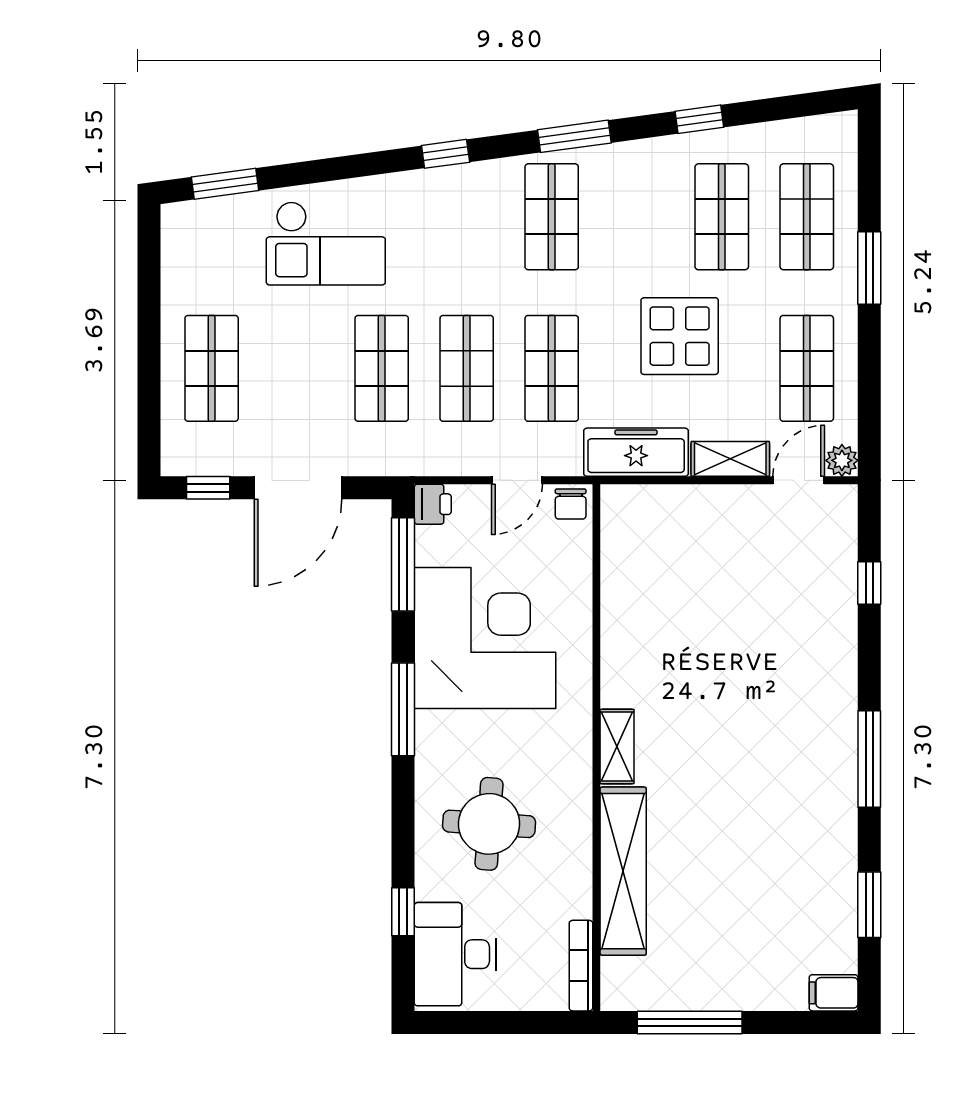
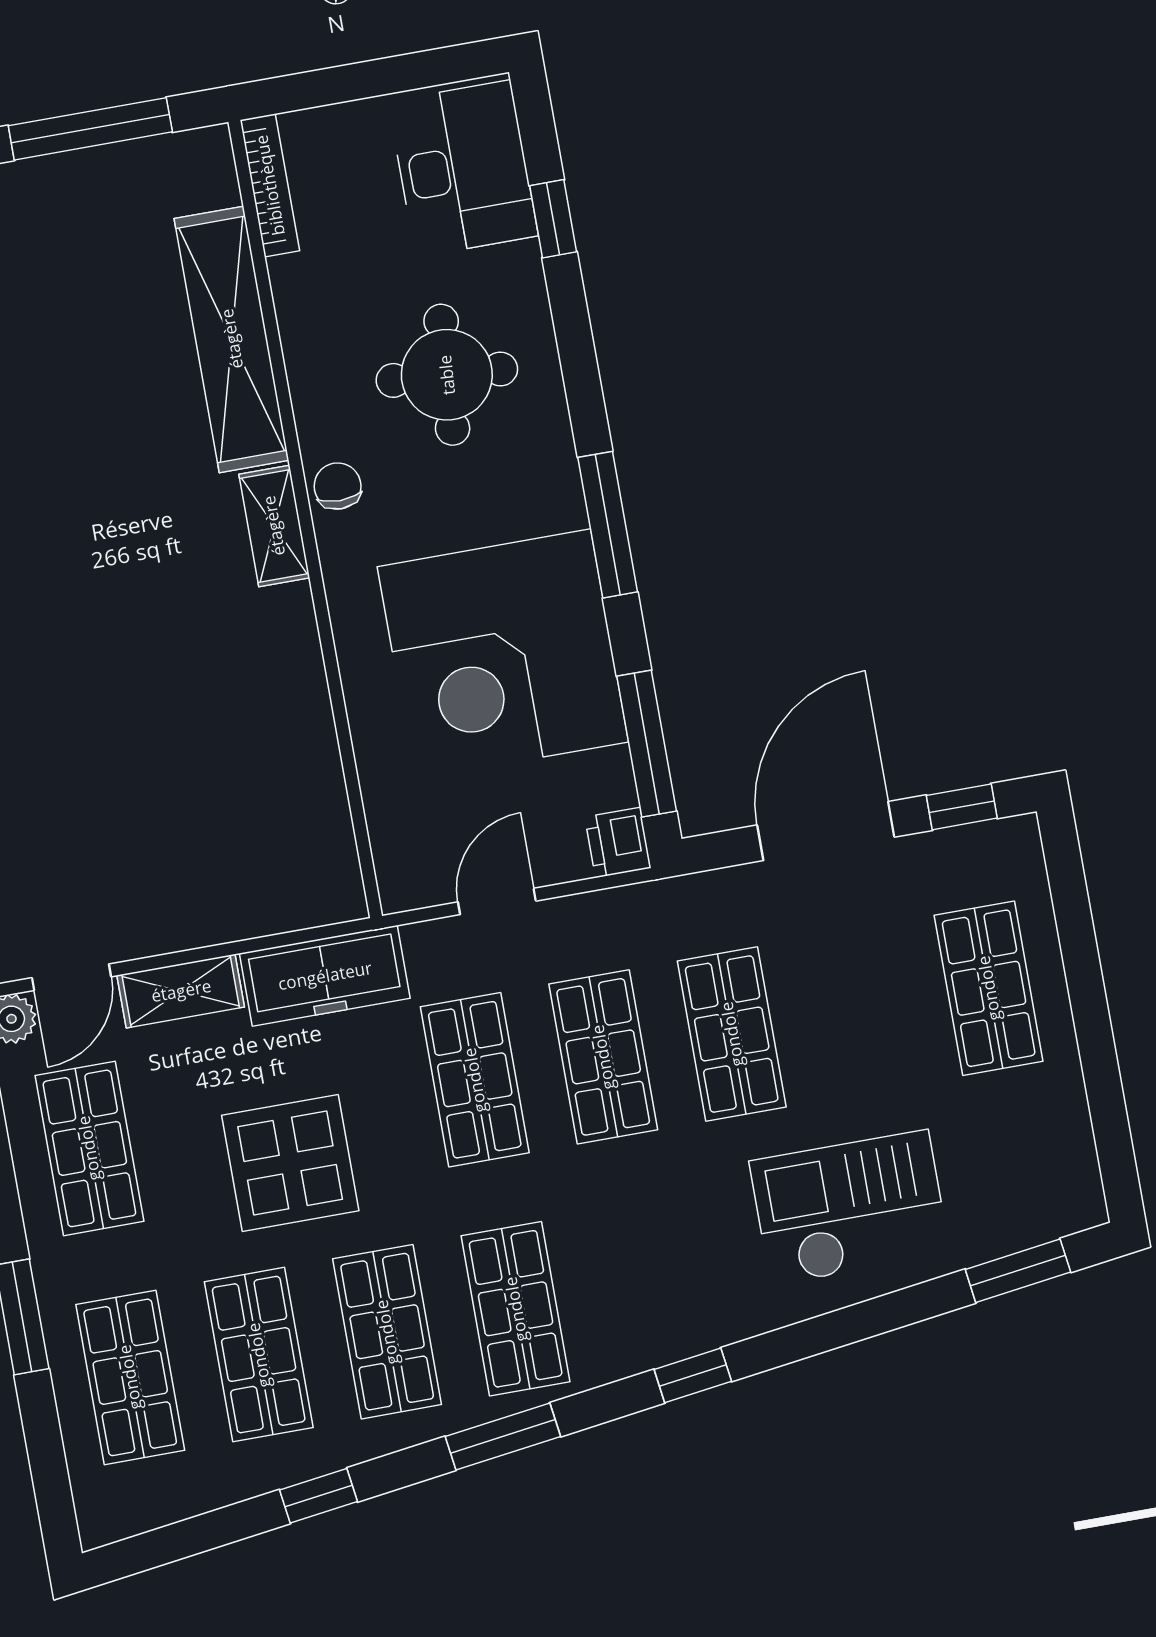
shop shelf: (637, 217) -> (387, 1332), added
chair: (571, 504) -> (338, 486), moved

